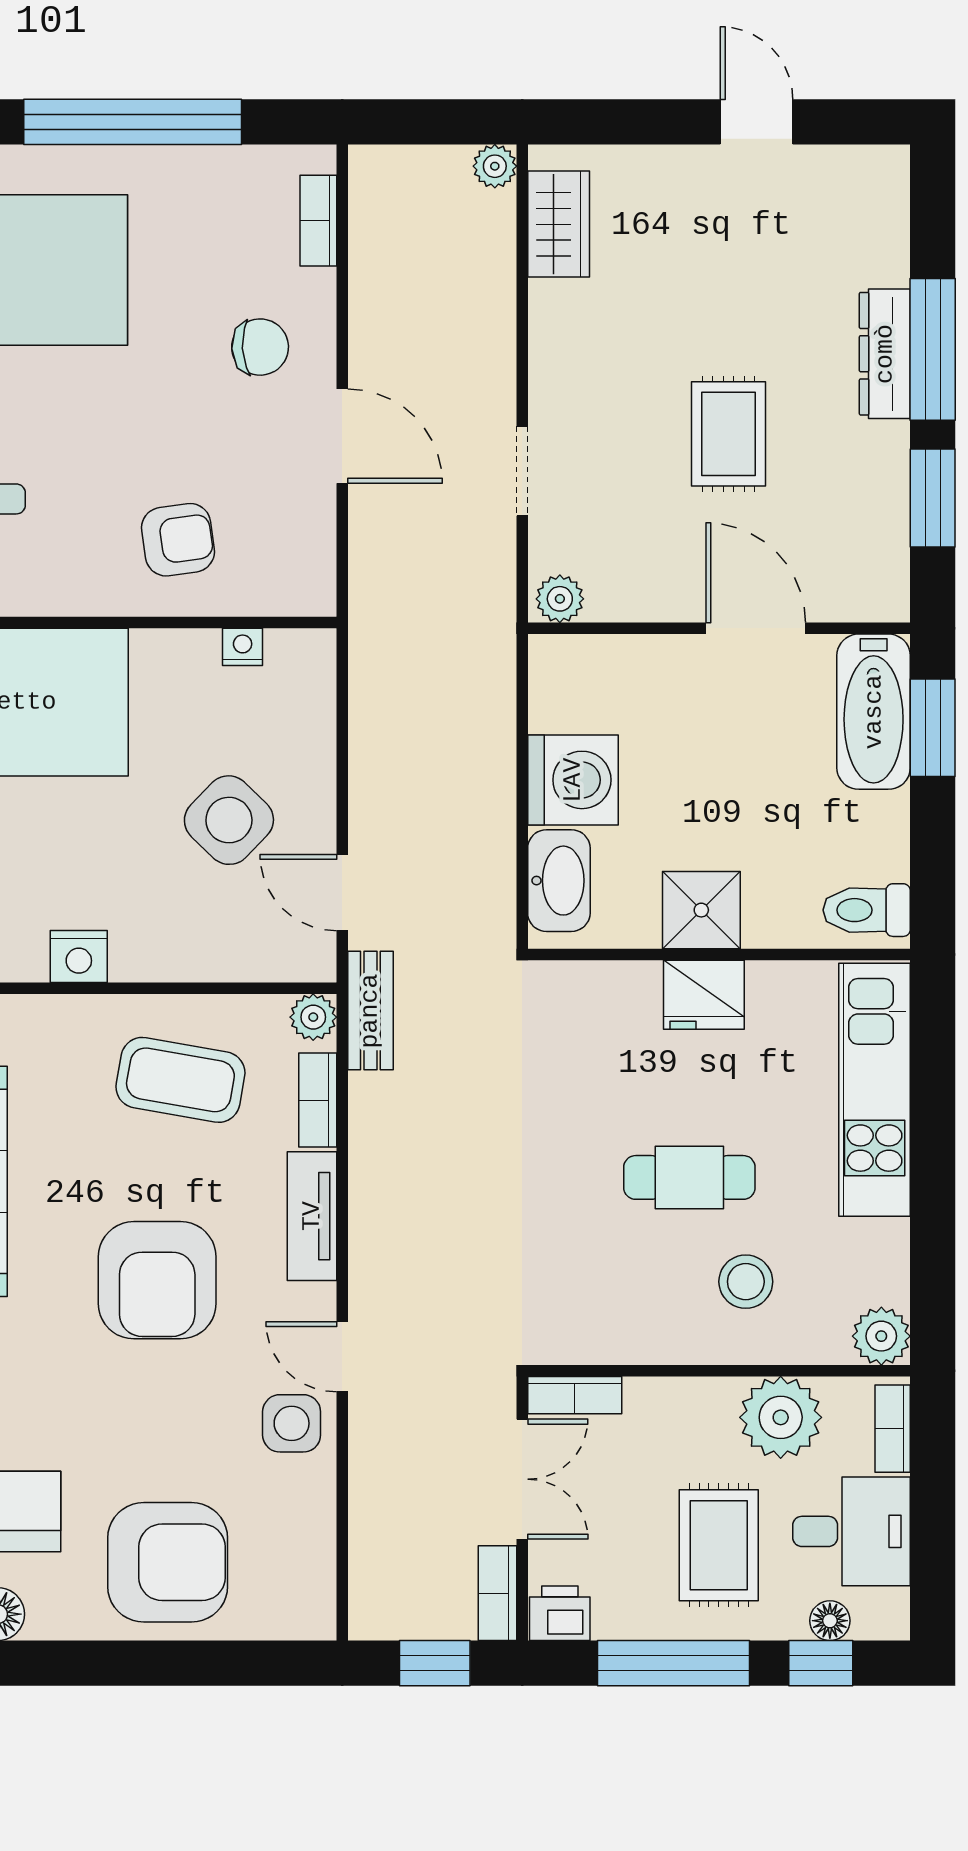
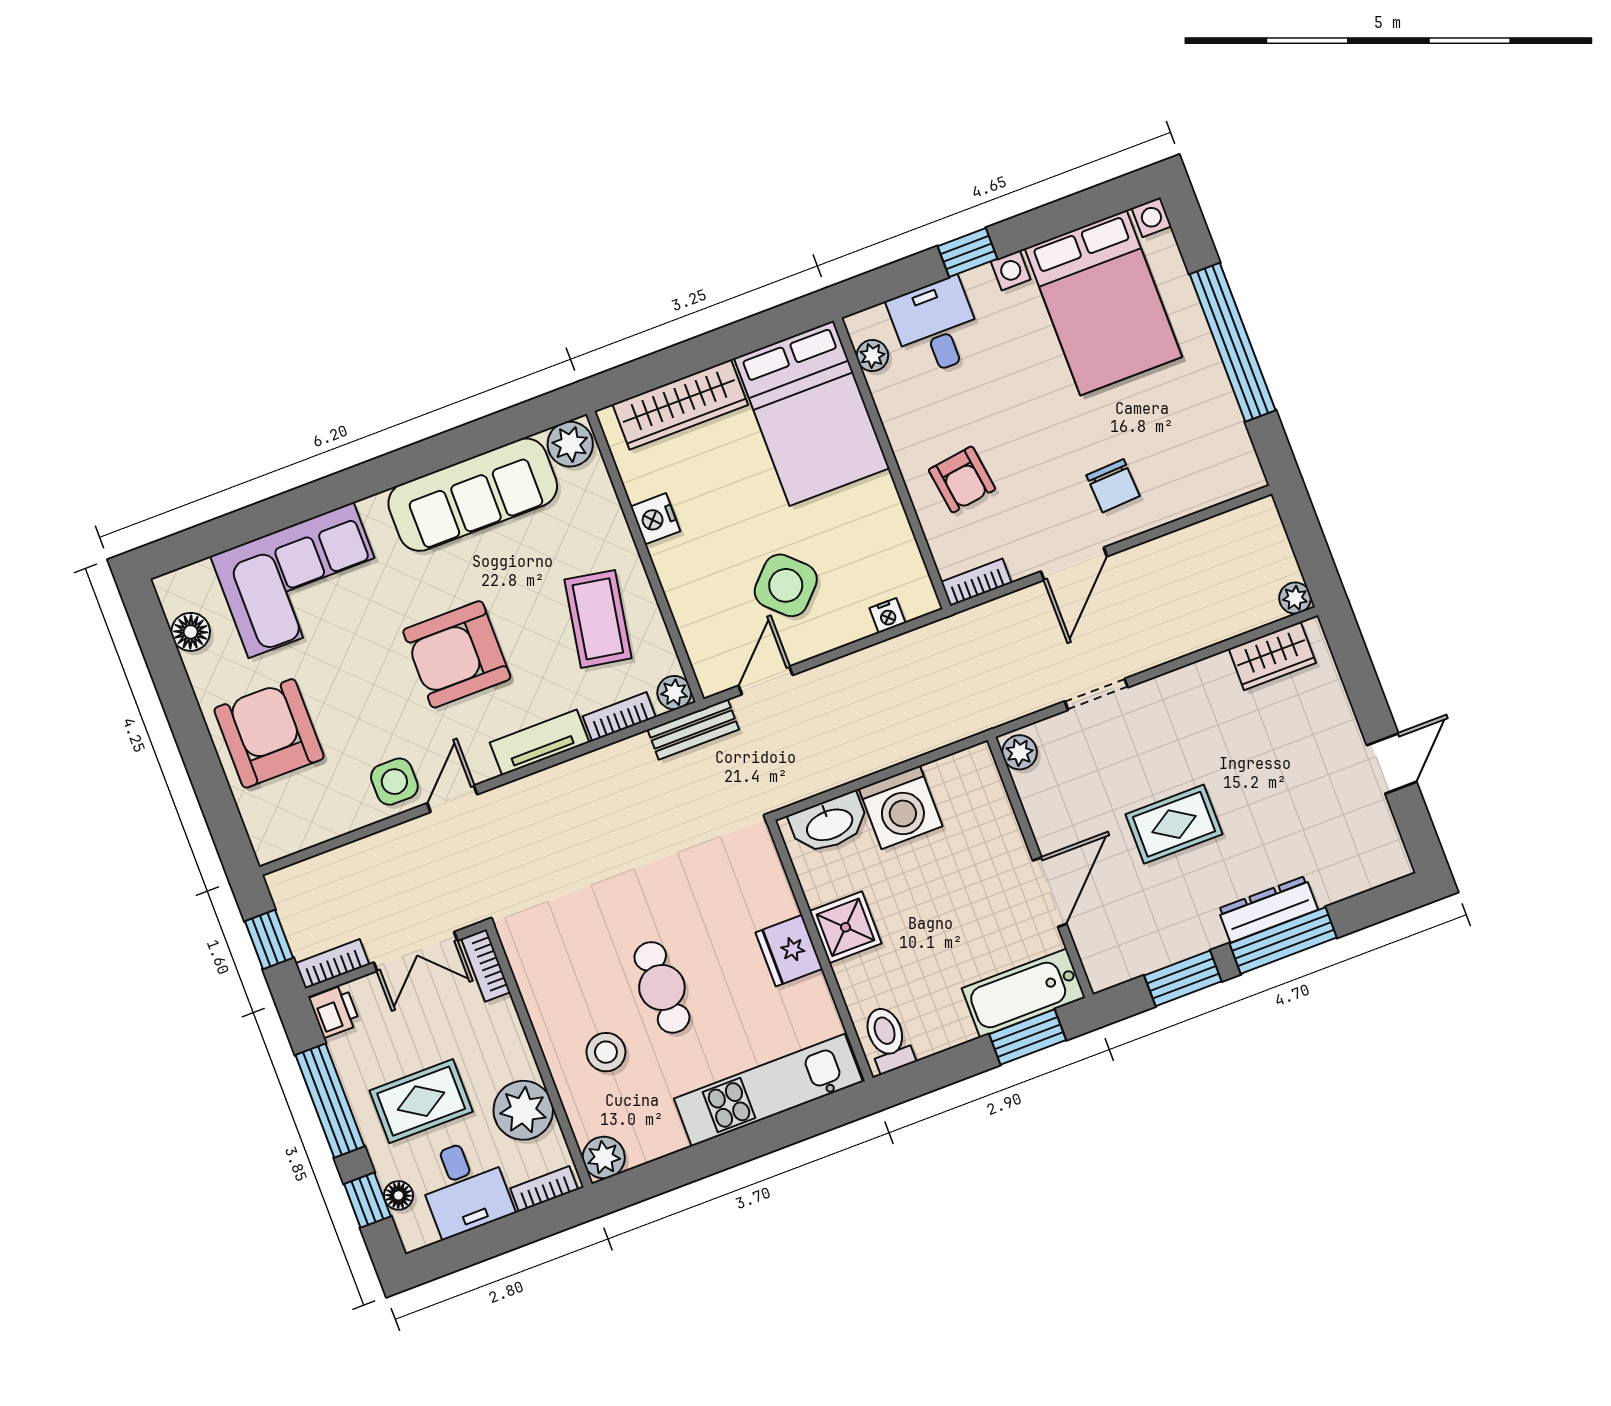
bookcase: (318, 221) -> (976, 582), moved
nightstand: (243, 647) -> (887, 616), moved, turned 90
armchair: (168, 1562) -> (269, 733), turned 180

